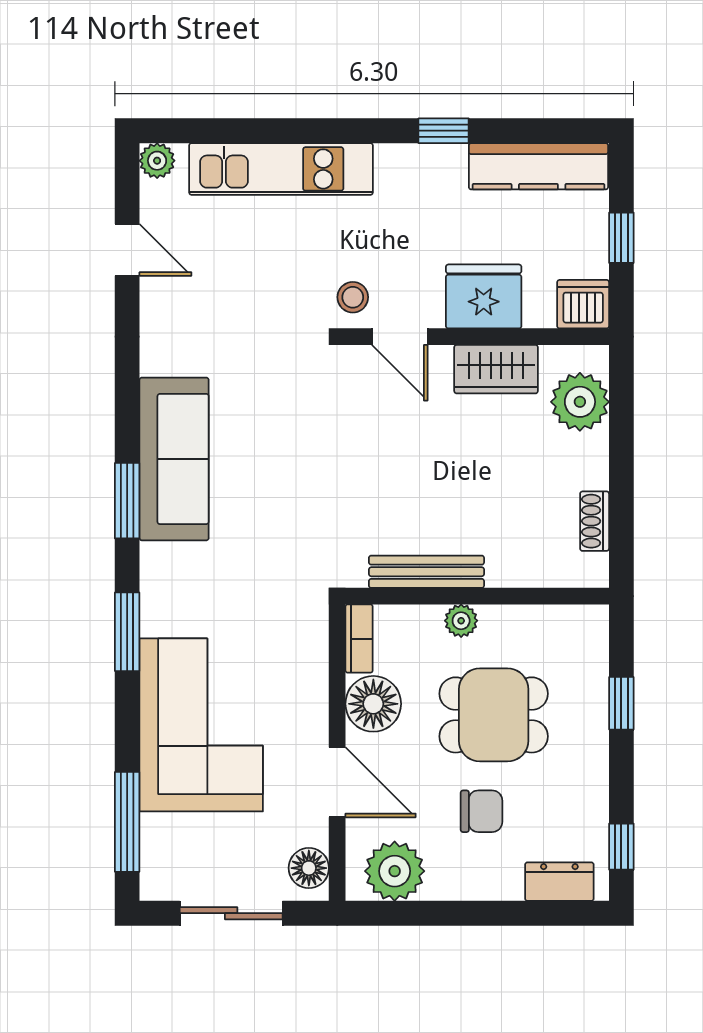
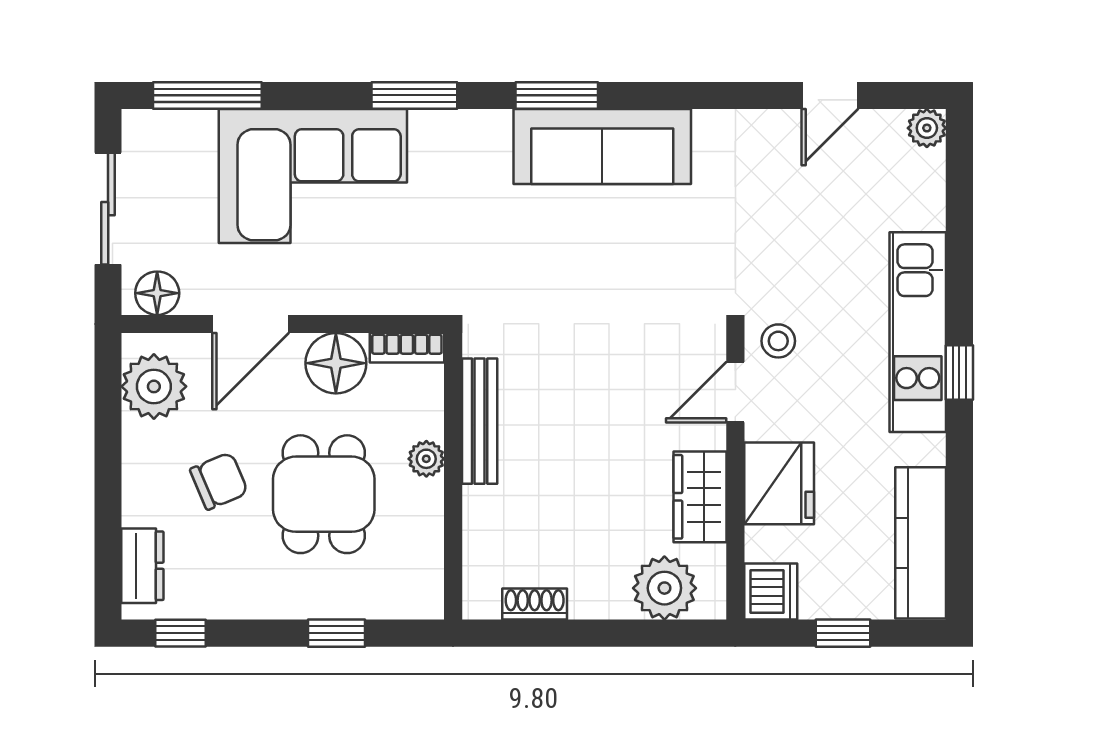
window: (444, 131) -> (959, 372), moved
kitchen unit: (281, 169) -> (918, 332), moved
chair: (481, 811) -> (219, 481), turned -113

